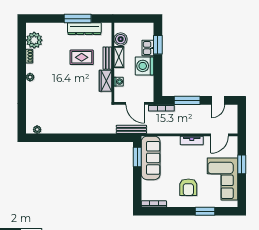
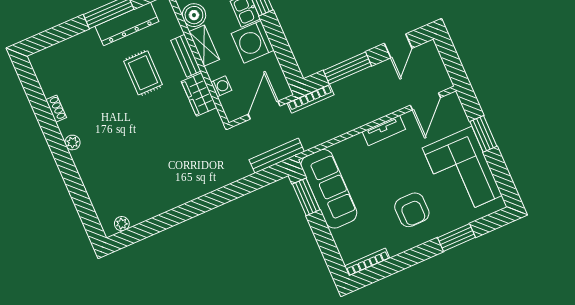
plant: (34, 40) -> (53, 79), removed
rug: (82, 57) -> (143, 73), turned 90
door: (135, 103) -> (264, 110), swing flipped

